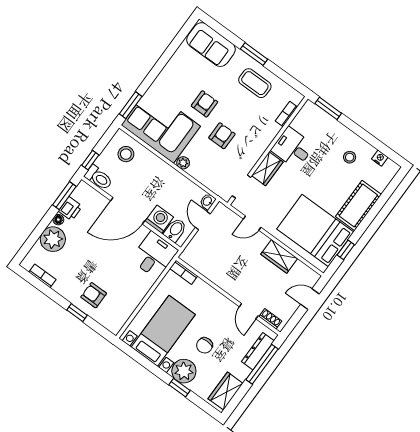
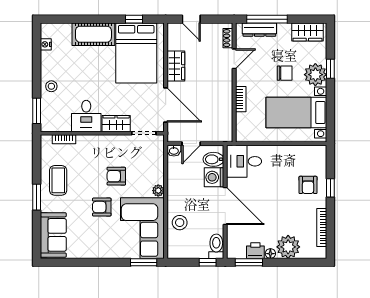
stool: (126, 154) -> (180, 223), moved
stool: (350, 157) -> (51, 86), moved
door: (252, 223) -> (166, 105), width x1.87
bookcase: (184, 272) -> (241, 99), moved
bookcase: (42, 276) -> (322, 228), width x1.56

